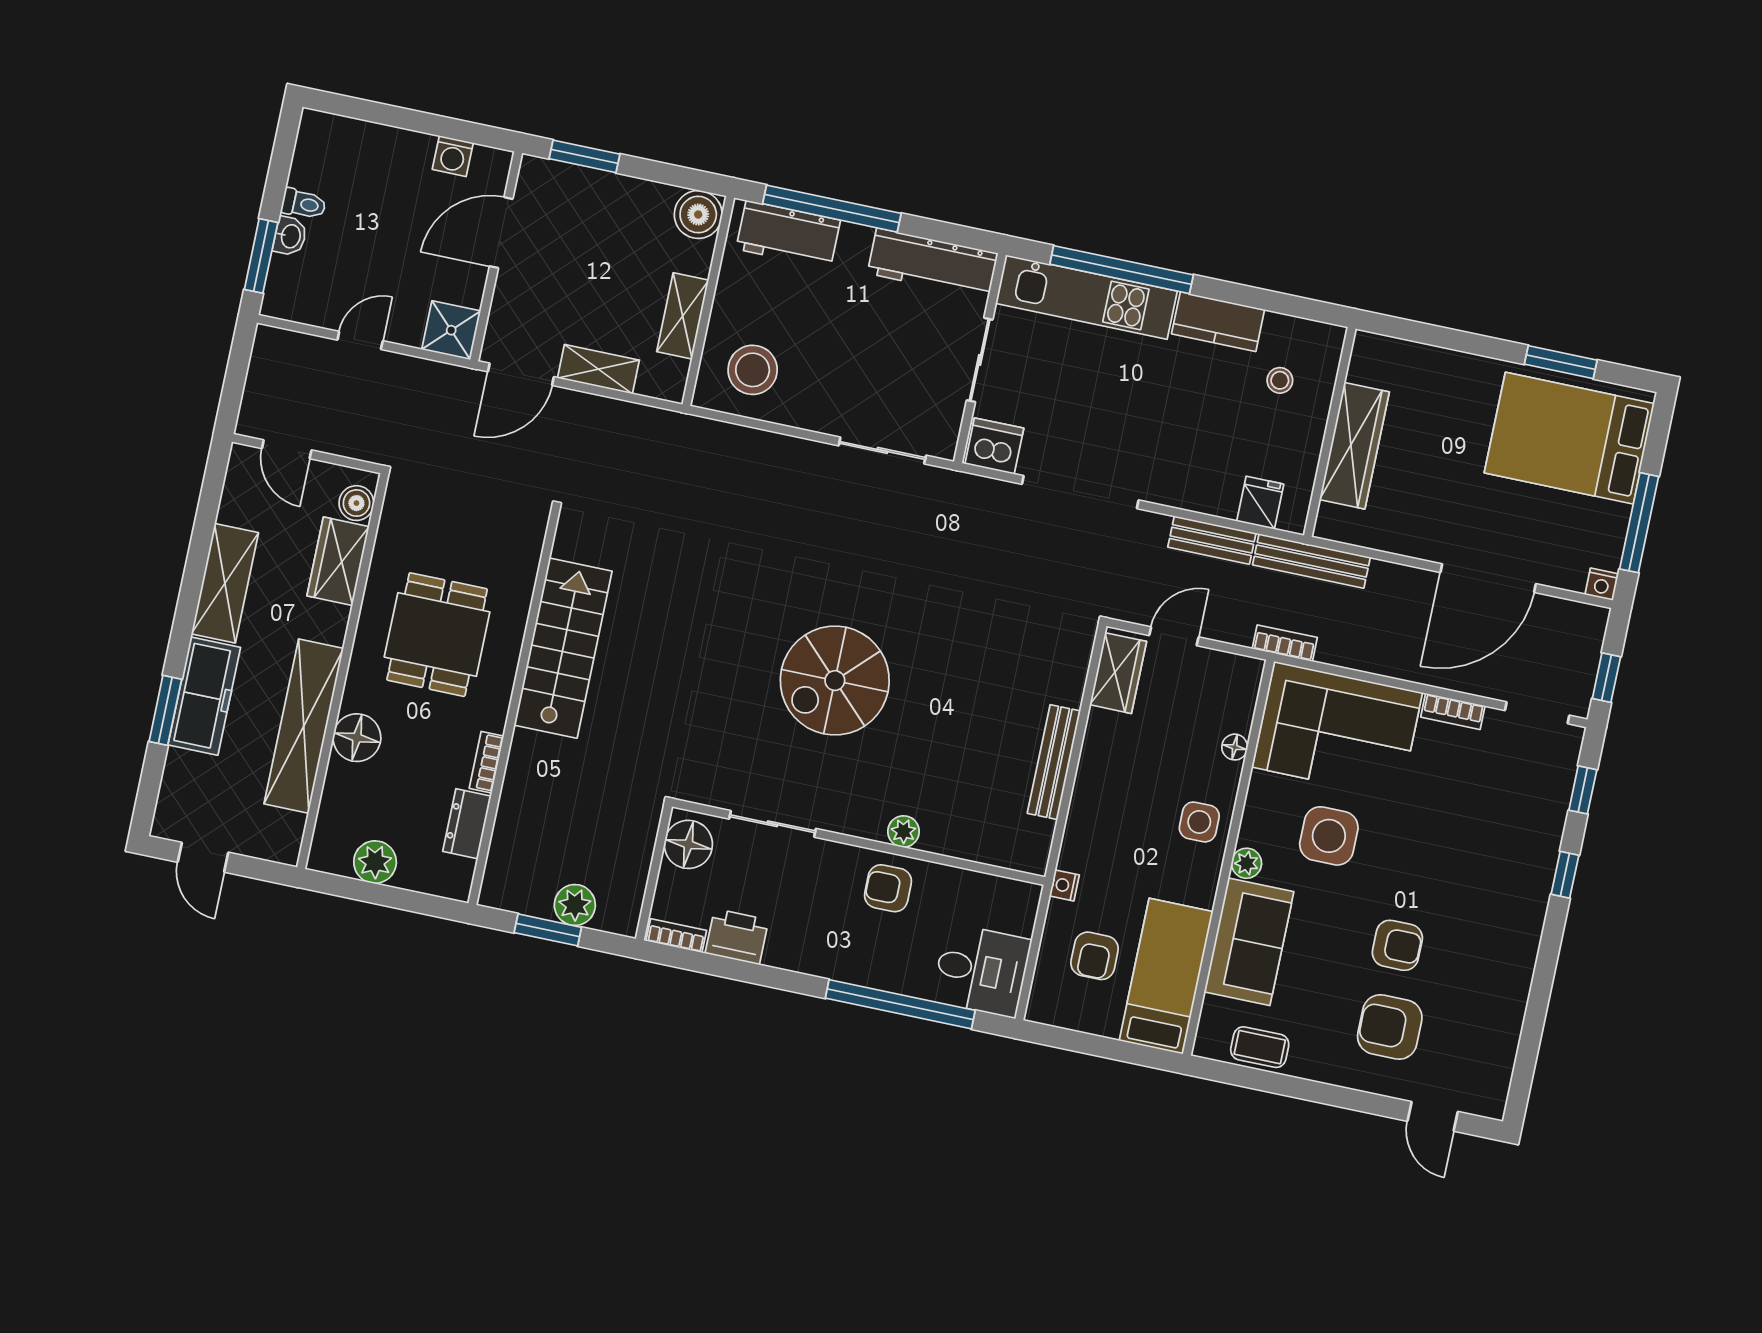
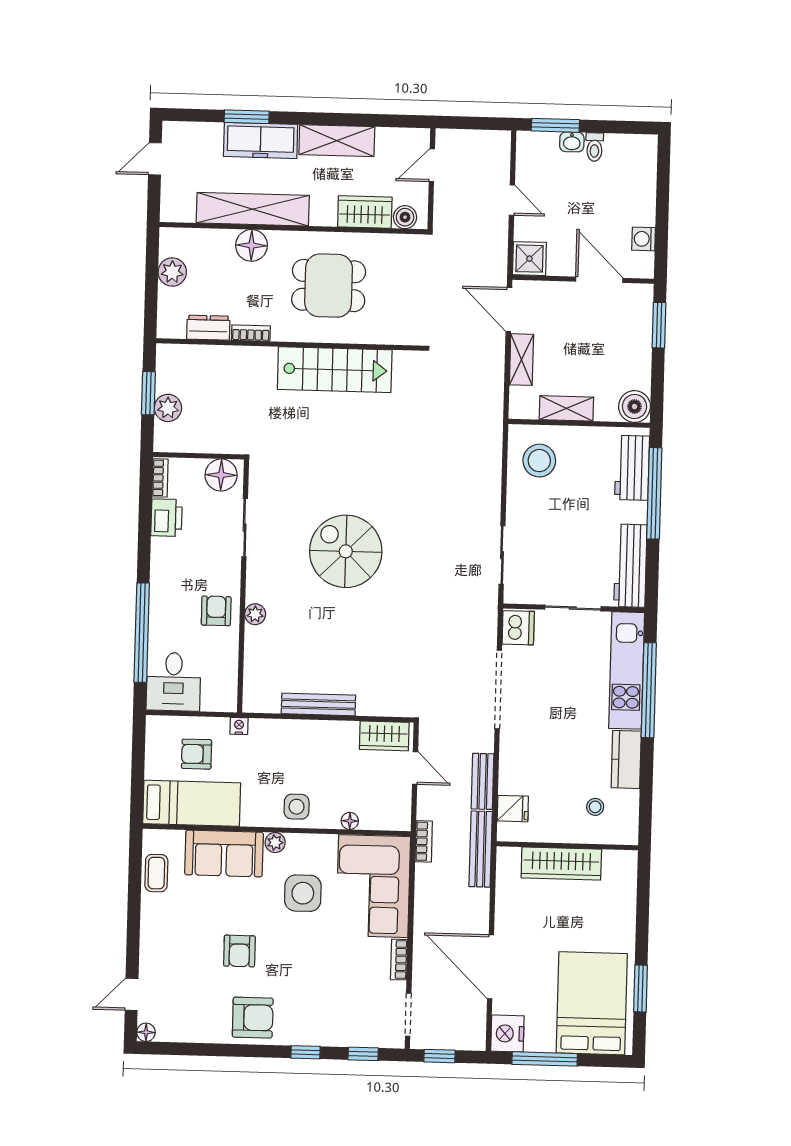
nightstand: (1602, 584) -> (507, 1033), width x1.89, depth x1.79
armchair: (1390, 1027) -> (253, 1018), moved, turned 90
floor lamp: (1493, 1105) -> (146, 1032), added

